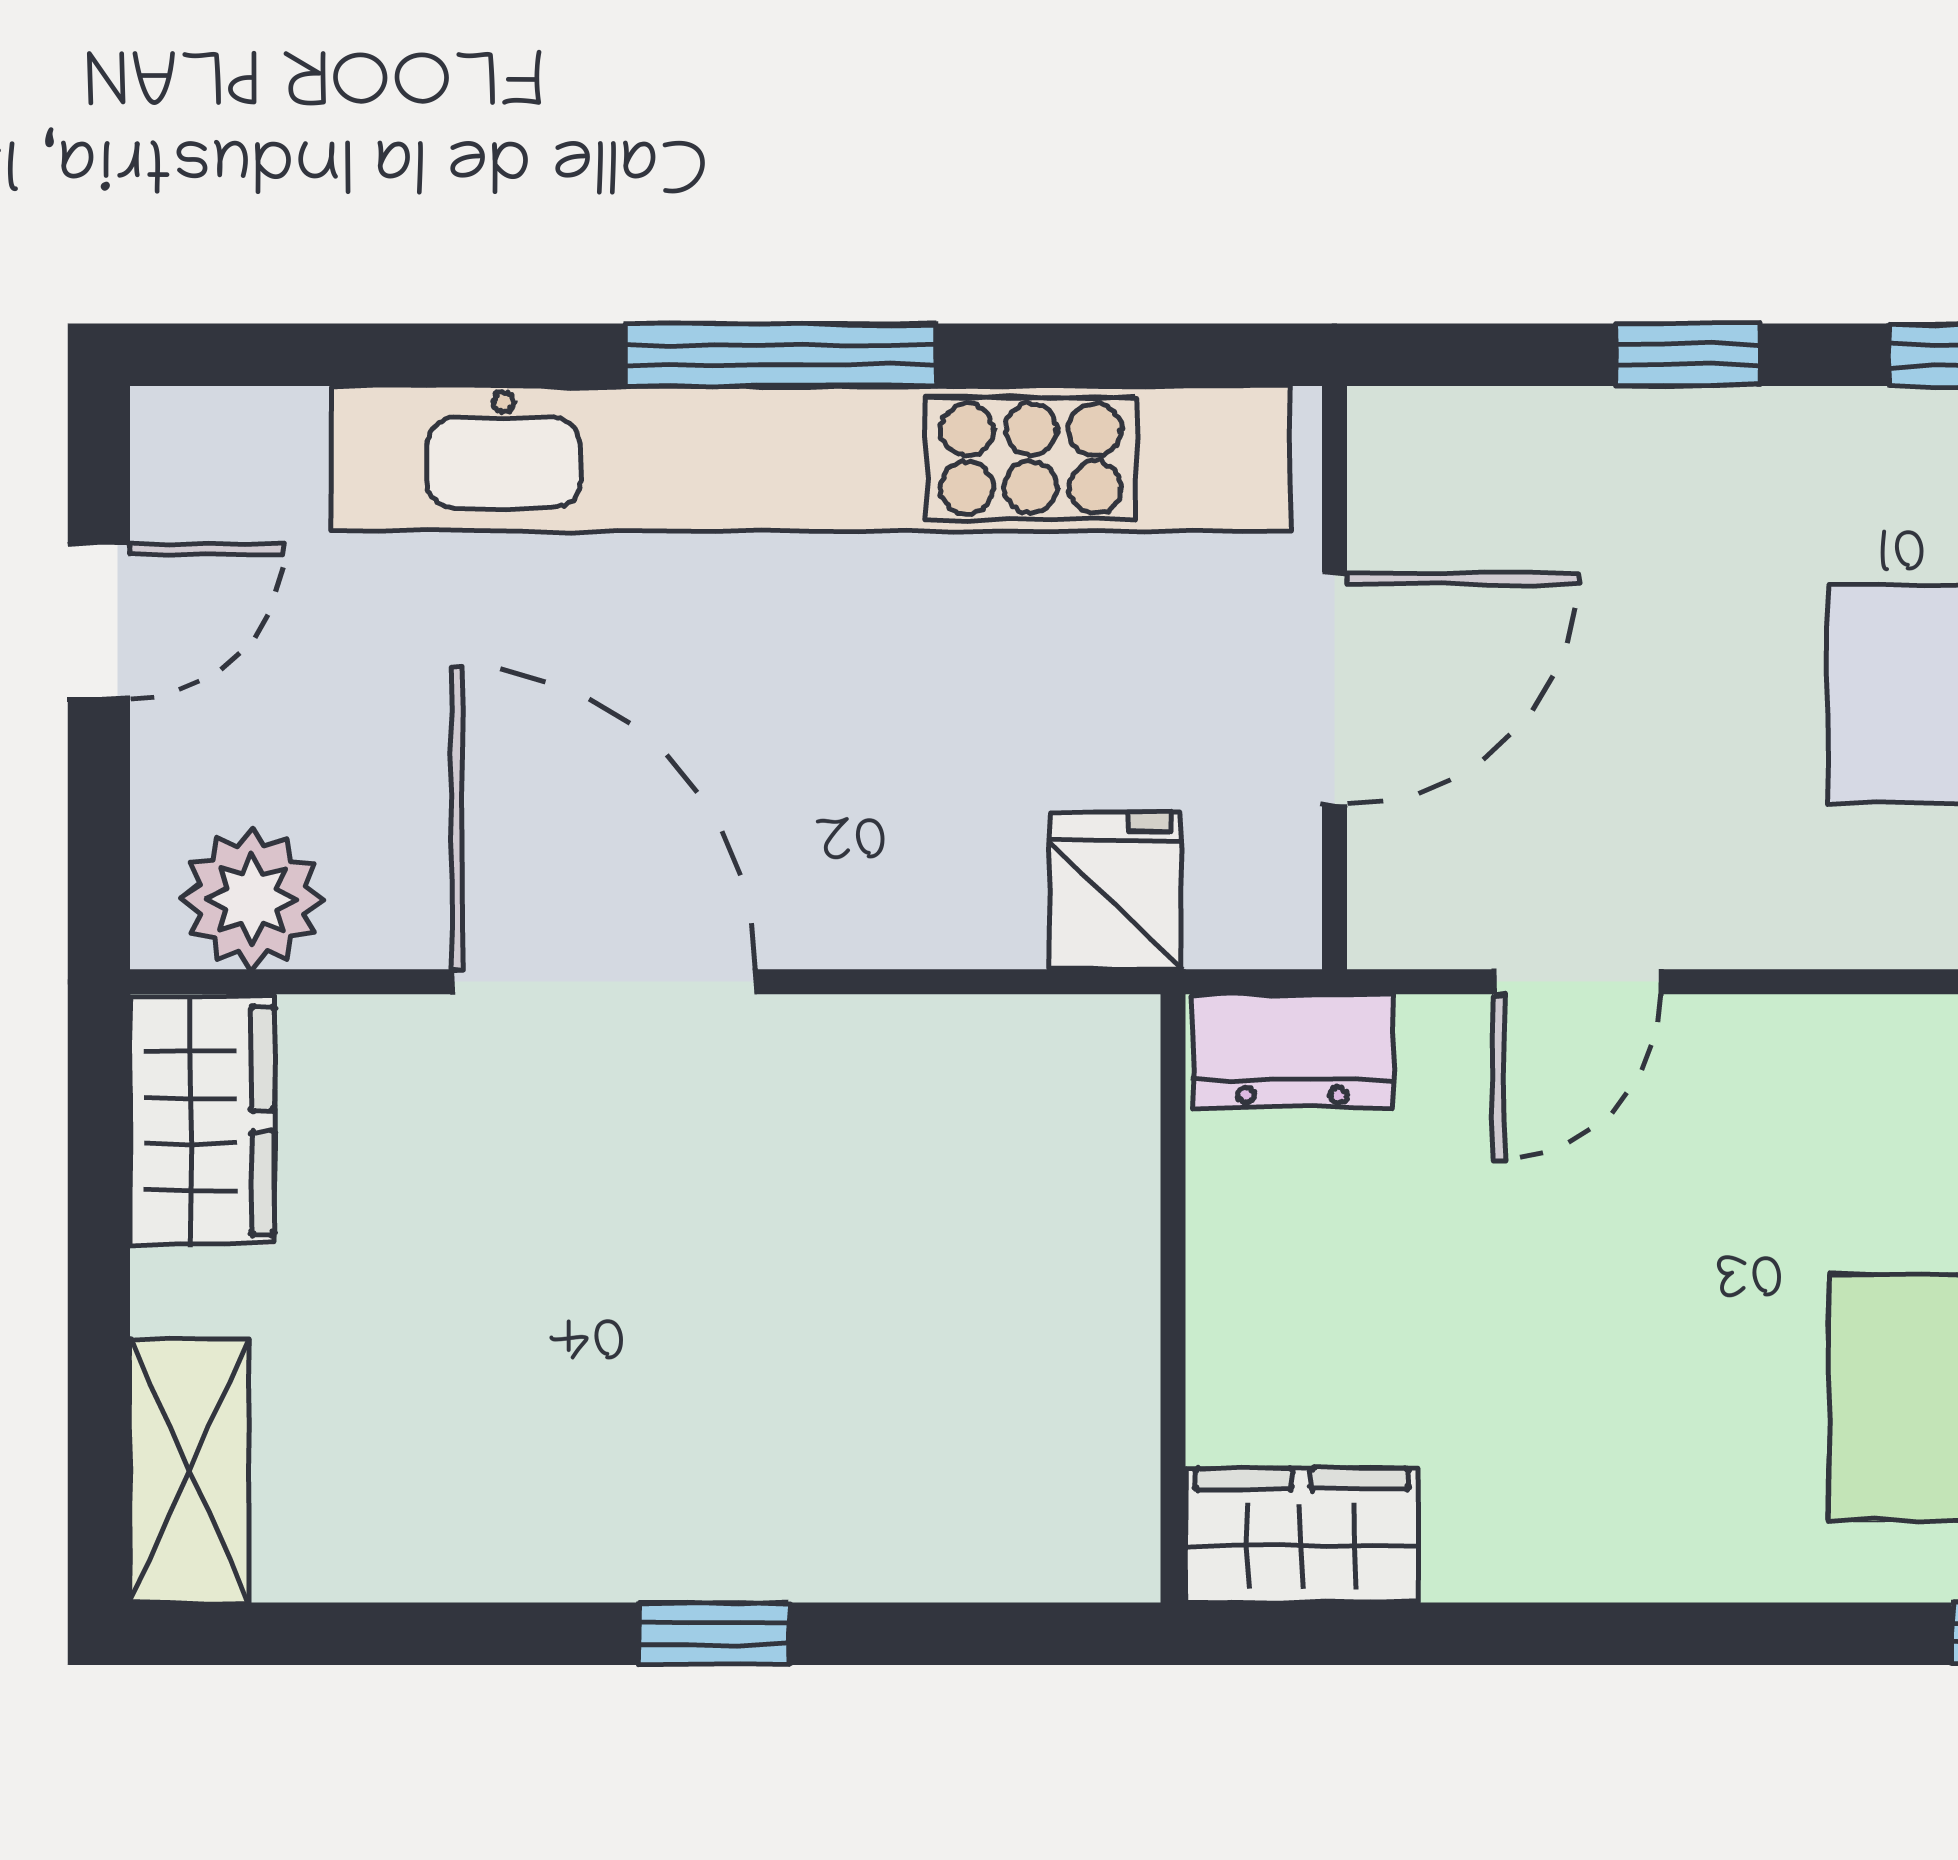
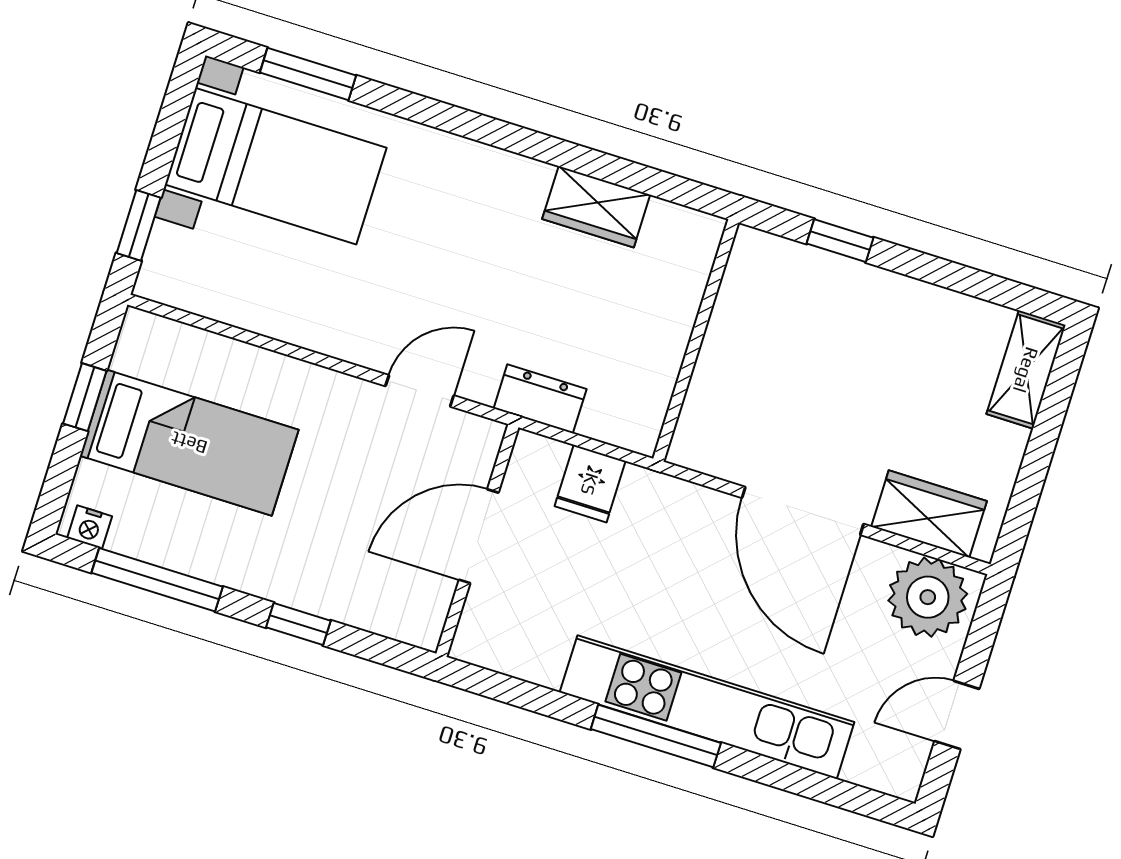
kitchen unit: (810, 458) -> (707, 707), width x0.73
plant: (252, 899) -> (928, 597), width x1.36, depth x1.36
wardrobe: (202, 1121) -> (929, 514), moved, turned 90
wall: (1173, 1298) -> (696, 340), moved

